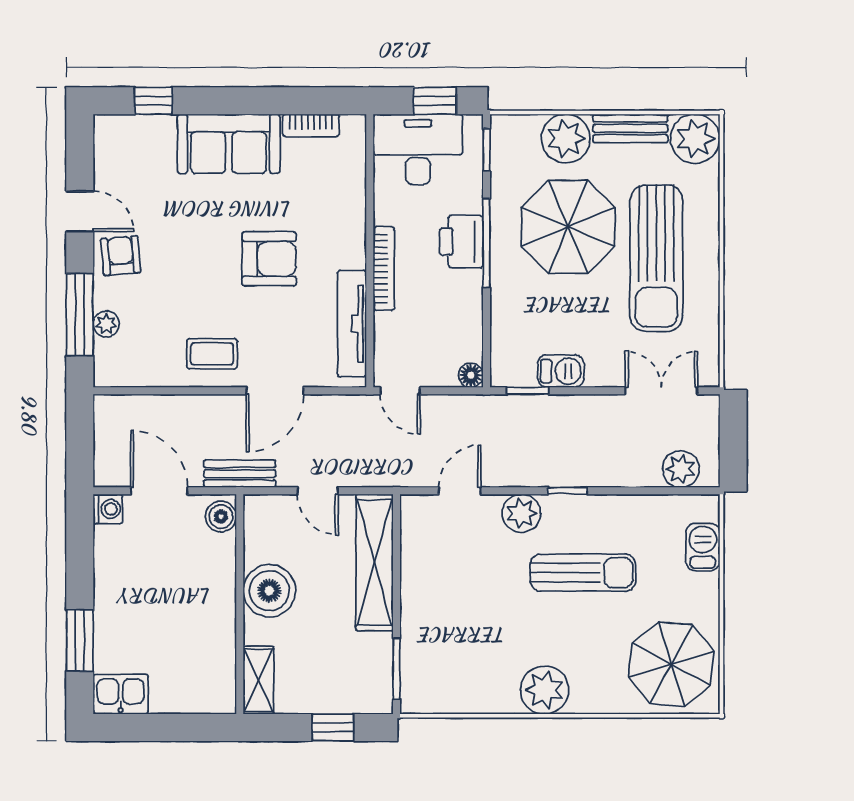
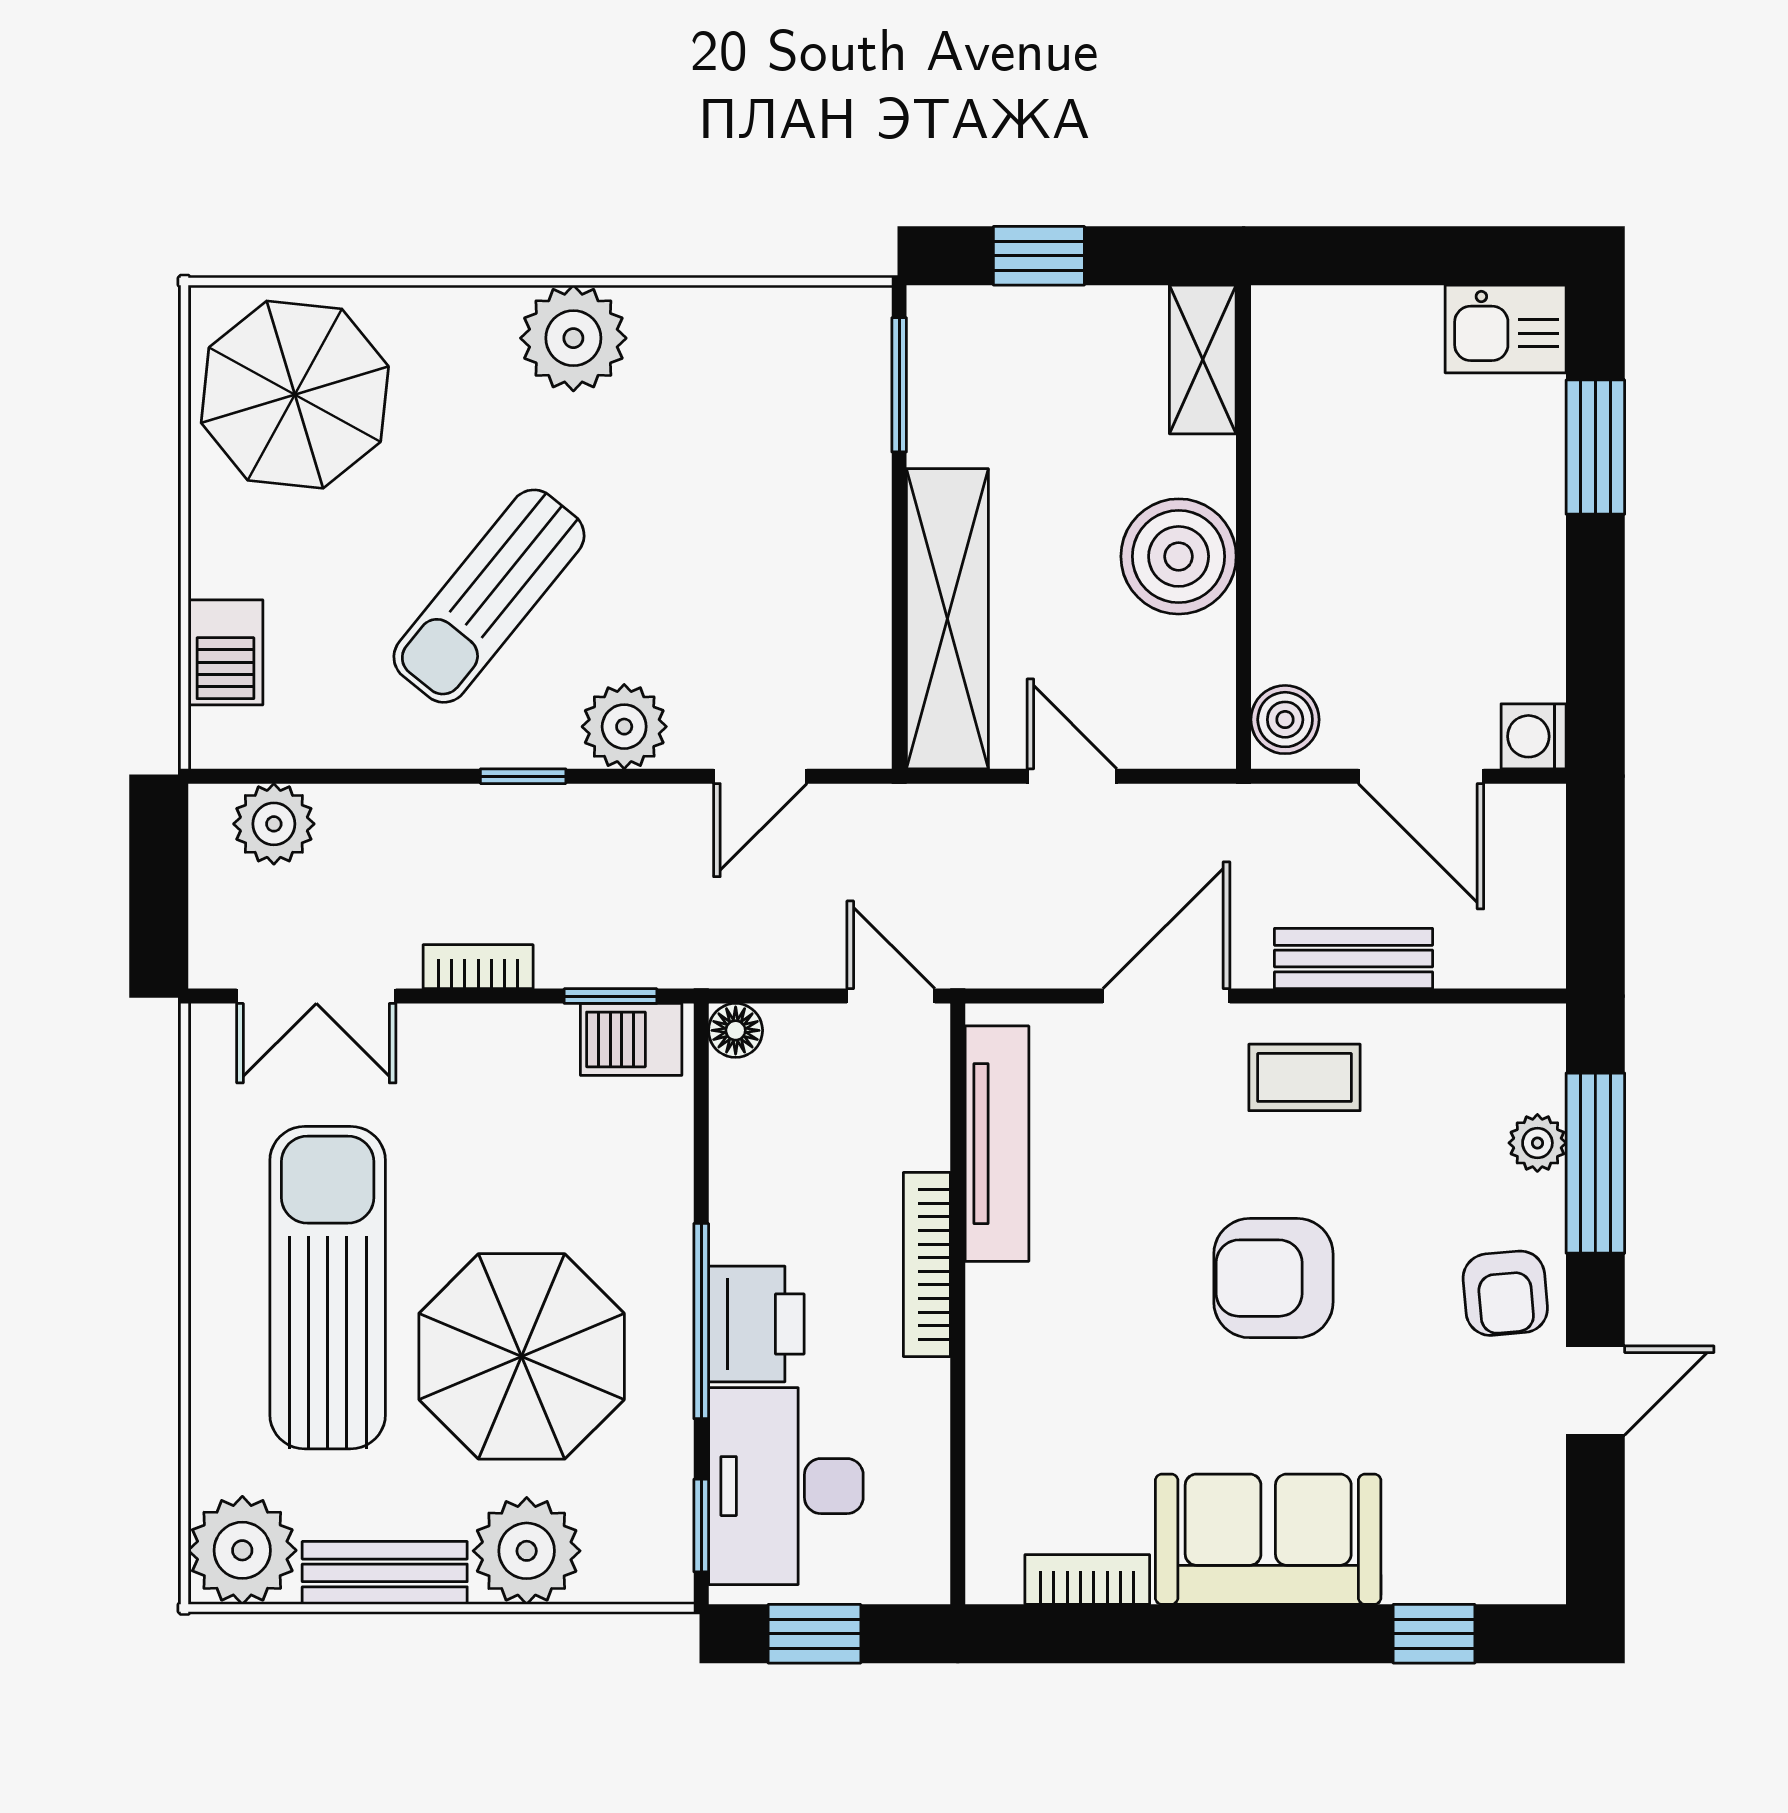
desk: (418, 149) -> (786, 1486), moved, turned 90
door: (80, 211) -> (1595, 1391), swing flipped
armchair: (269, 259) -> (1273, 1278), moved
barbecue: (561, 371) -> (631, 1039), moved
bookcase: (588, 404) -> (478, 967), added
bench: (240, 474) -> (1353, 959), moved
sun lounger: (583, 573) -> (489, 596), turned -51

